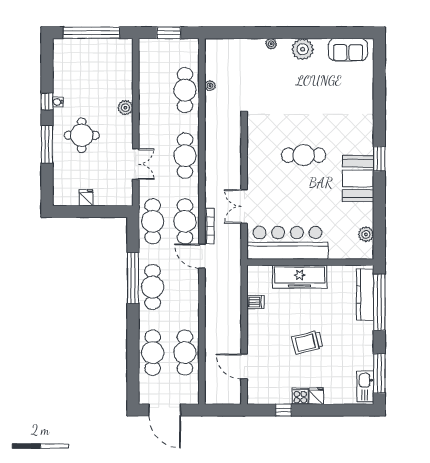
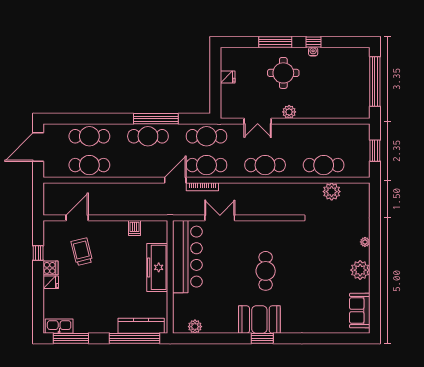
plant: (210, 86) -> (332, 192), width x1.88, depth x1.88
plant: (125, 108) -> (289, 112), moved
booth: (358, 178) -> (259, 320), moved
trolley: (307, 342) -> (82, 252), moved

